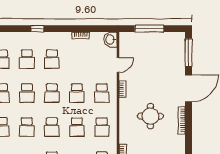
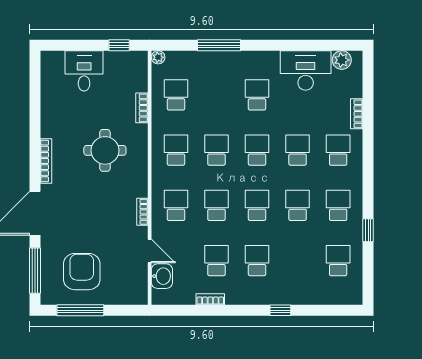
window: (149, 29) -> (80, 310), moved
washbasin: (110, 40) -> (162, 276), moved
armchair: (160, 52) -> (82, 272), added
school desk: (27, 59) -> (216, 261), moved
door: (118, 65) -> (150, 251), swing flipped
round table: (150, 116) -> (105, 150), moved

